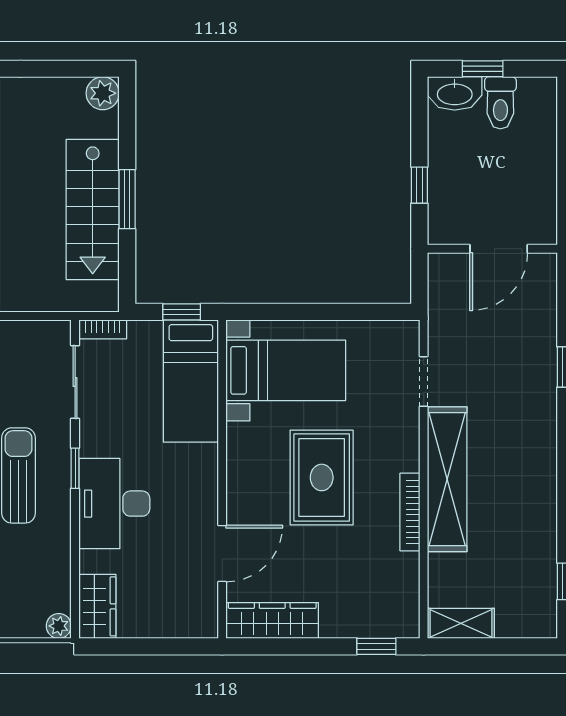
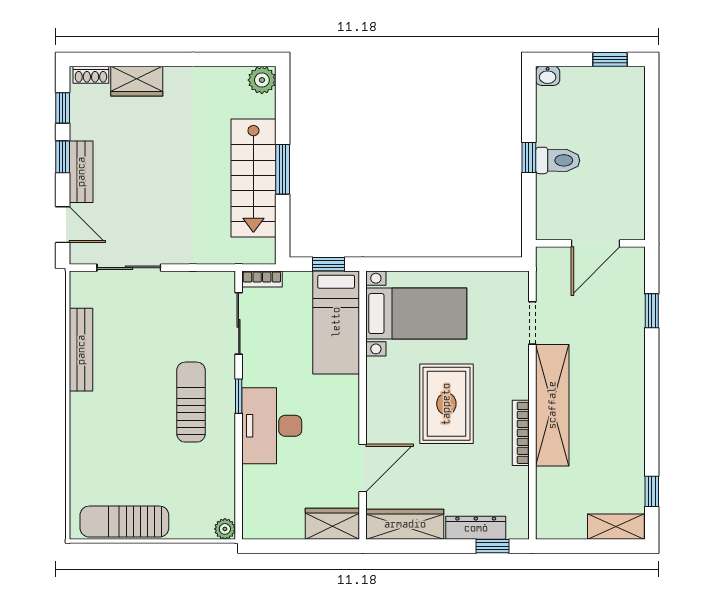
window: (483, 69) -> (610, 59), moved
washbasin: (455, 93) -> (548, 76), width x0.52, depth x0.69
toilet: (500, 103) -> (558, 160), moved, turned -90
wall: (492, 249) -> (590, 243), moved
door: (499, 249) -> (596, 243), moved
wardrobe: (97, 606) -> (332, 524), moved, turned -90
shelving: (461, 623) -> (616, 527), moved
dresser: (356, 625) -> (476, 528), added

